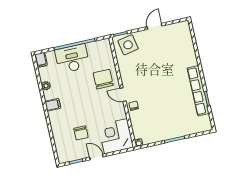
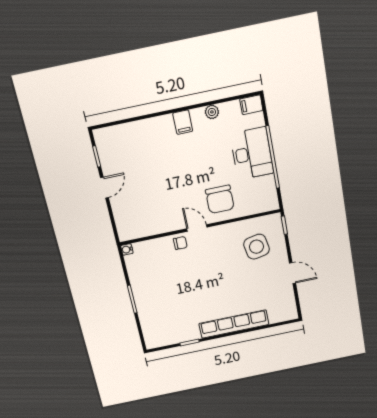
side table: (128, 45) -> (256, 247), moved
chair: (103, 79) -> (220, 199), turned 90
row of seats: (198, 91) -> (234, 324), moved
door: (123, 95) -> (197, 228), hinge flipped
chair: (81, 133) -> (140, 165), removed
corner desk: (116, 136) -> (136, 217), removed

